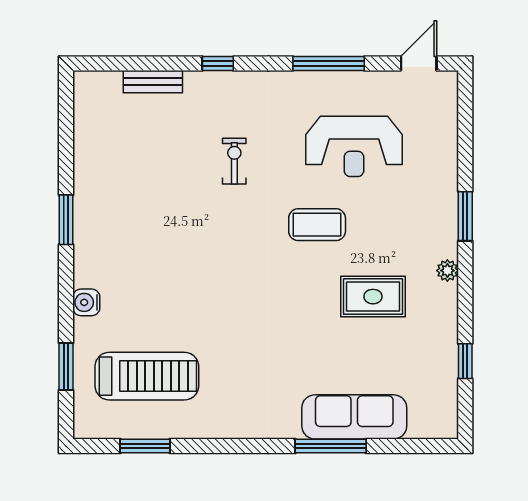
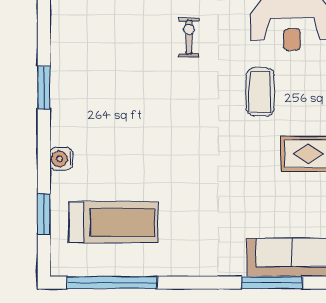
coffee table: (317, 225) -> (260, 92), turned 90
window: (145, 446) -> (112, 283), width x2.11

